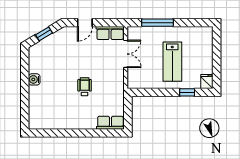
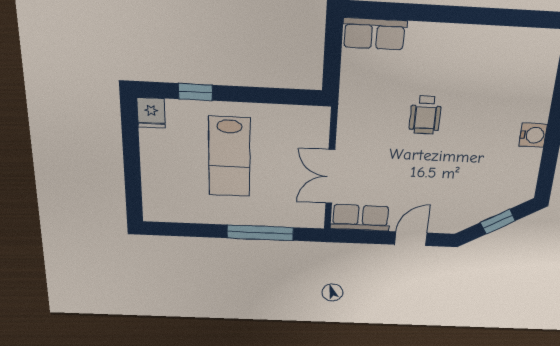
lab bench: (172, 62) -> (229, 157), turned 180

